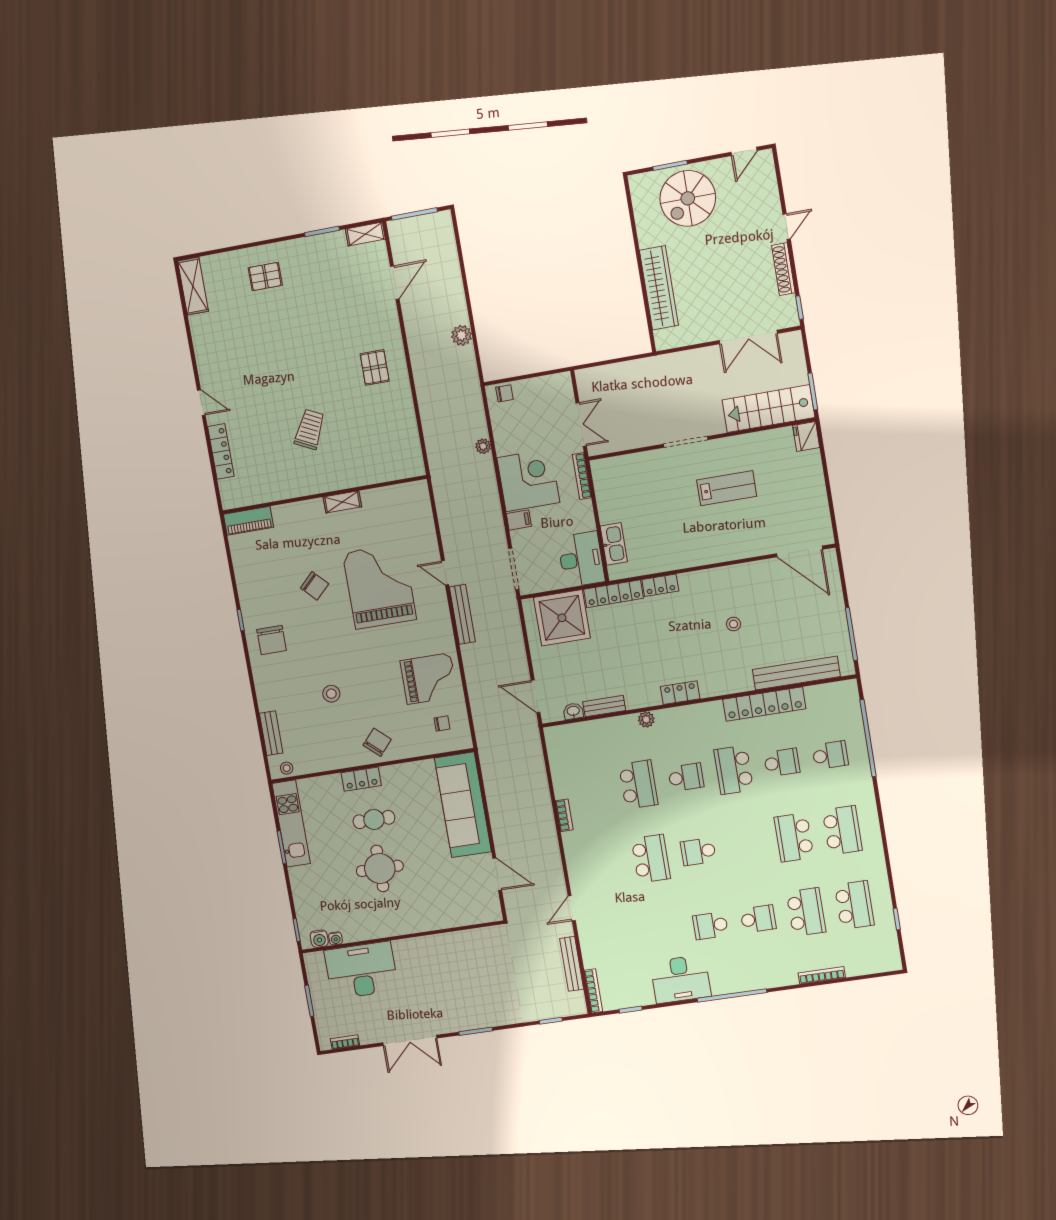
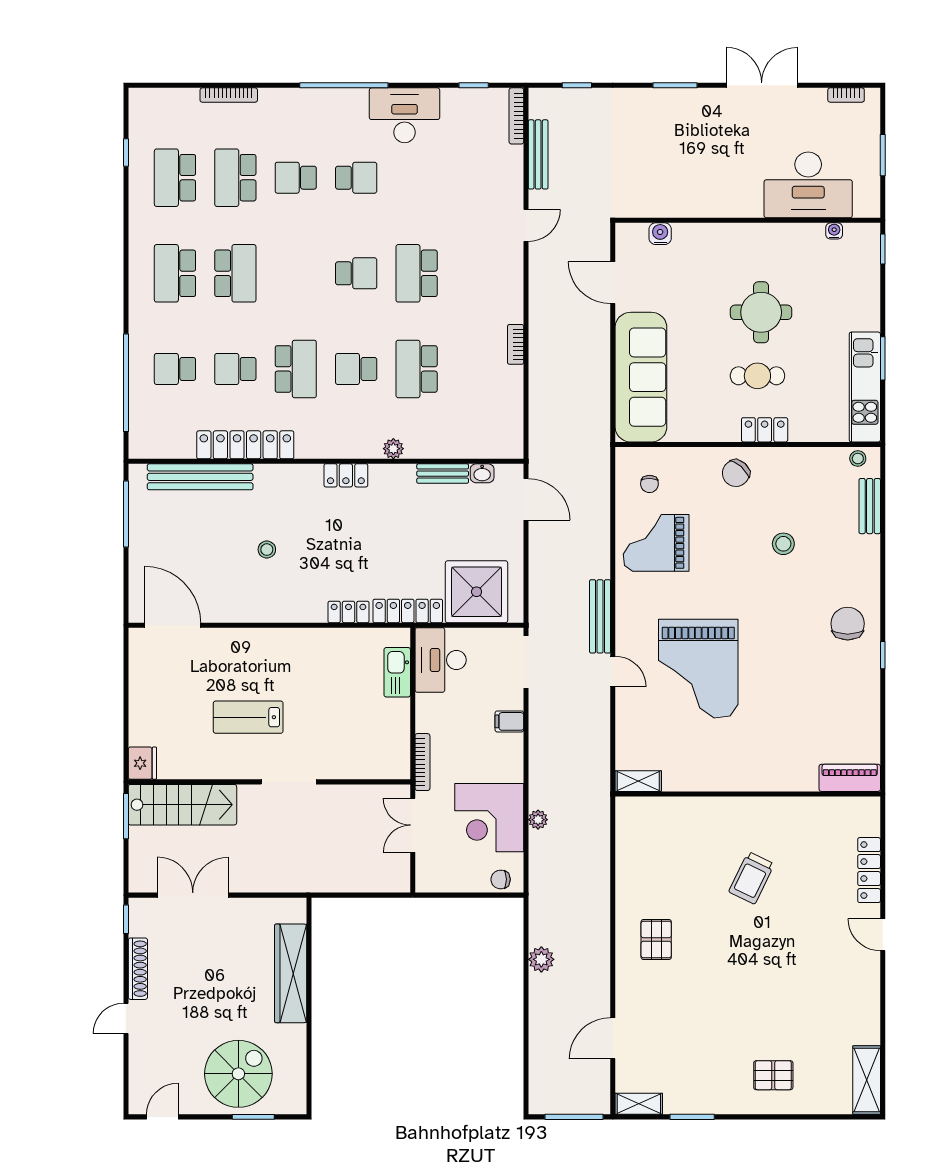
corner desk: (528, 480) -> (489, 818), moved
shelving: (342, 502) -> (638, 781), moved
chair: (315, 586) -> (780, 683), removed
chair: (442, 723) -> (649, 484), turned -89
water cooler: (319, 939) -> (660, 234), moved

